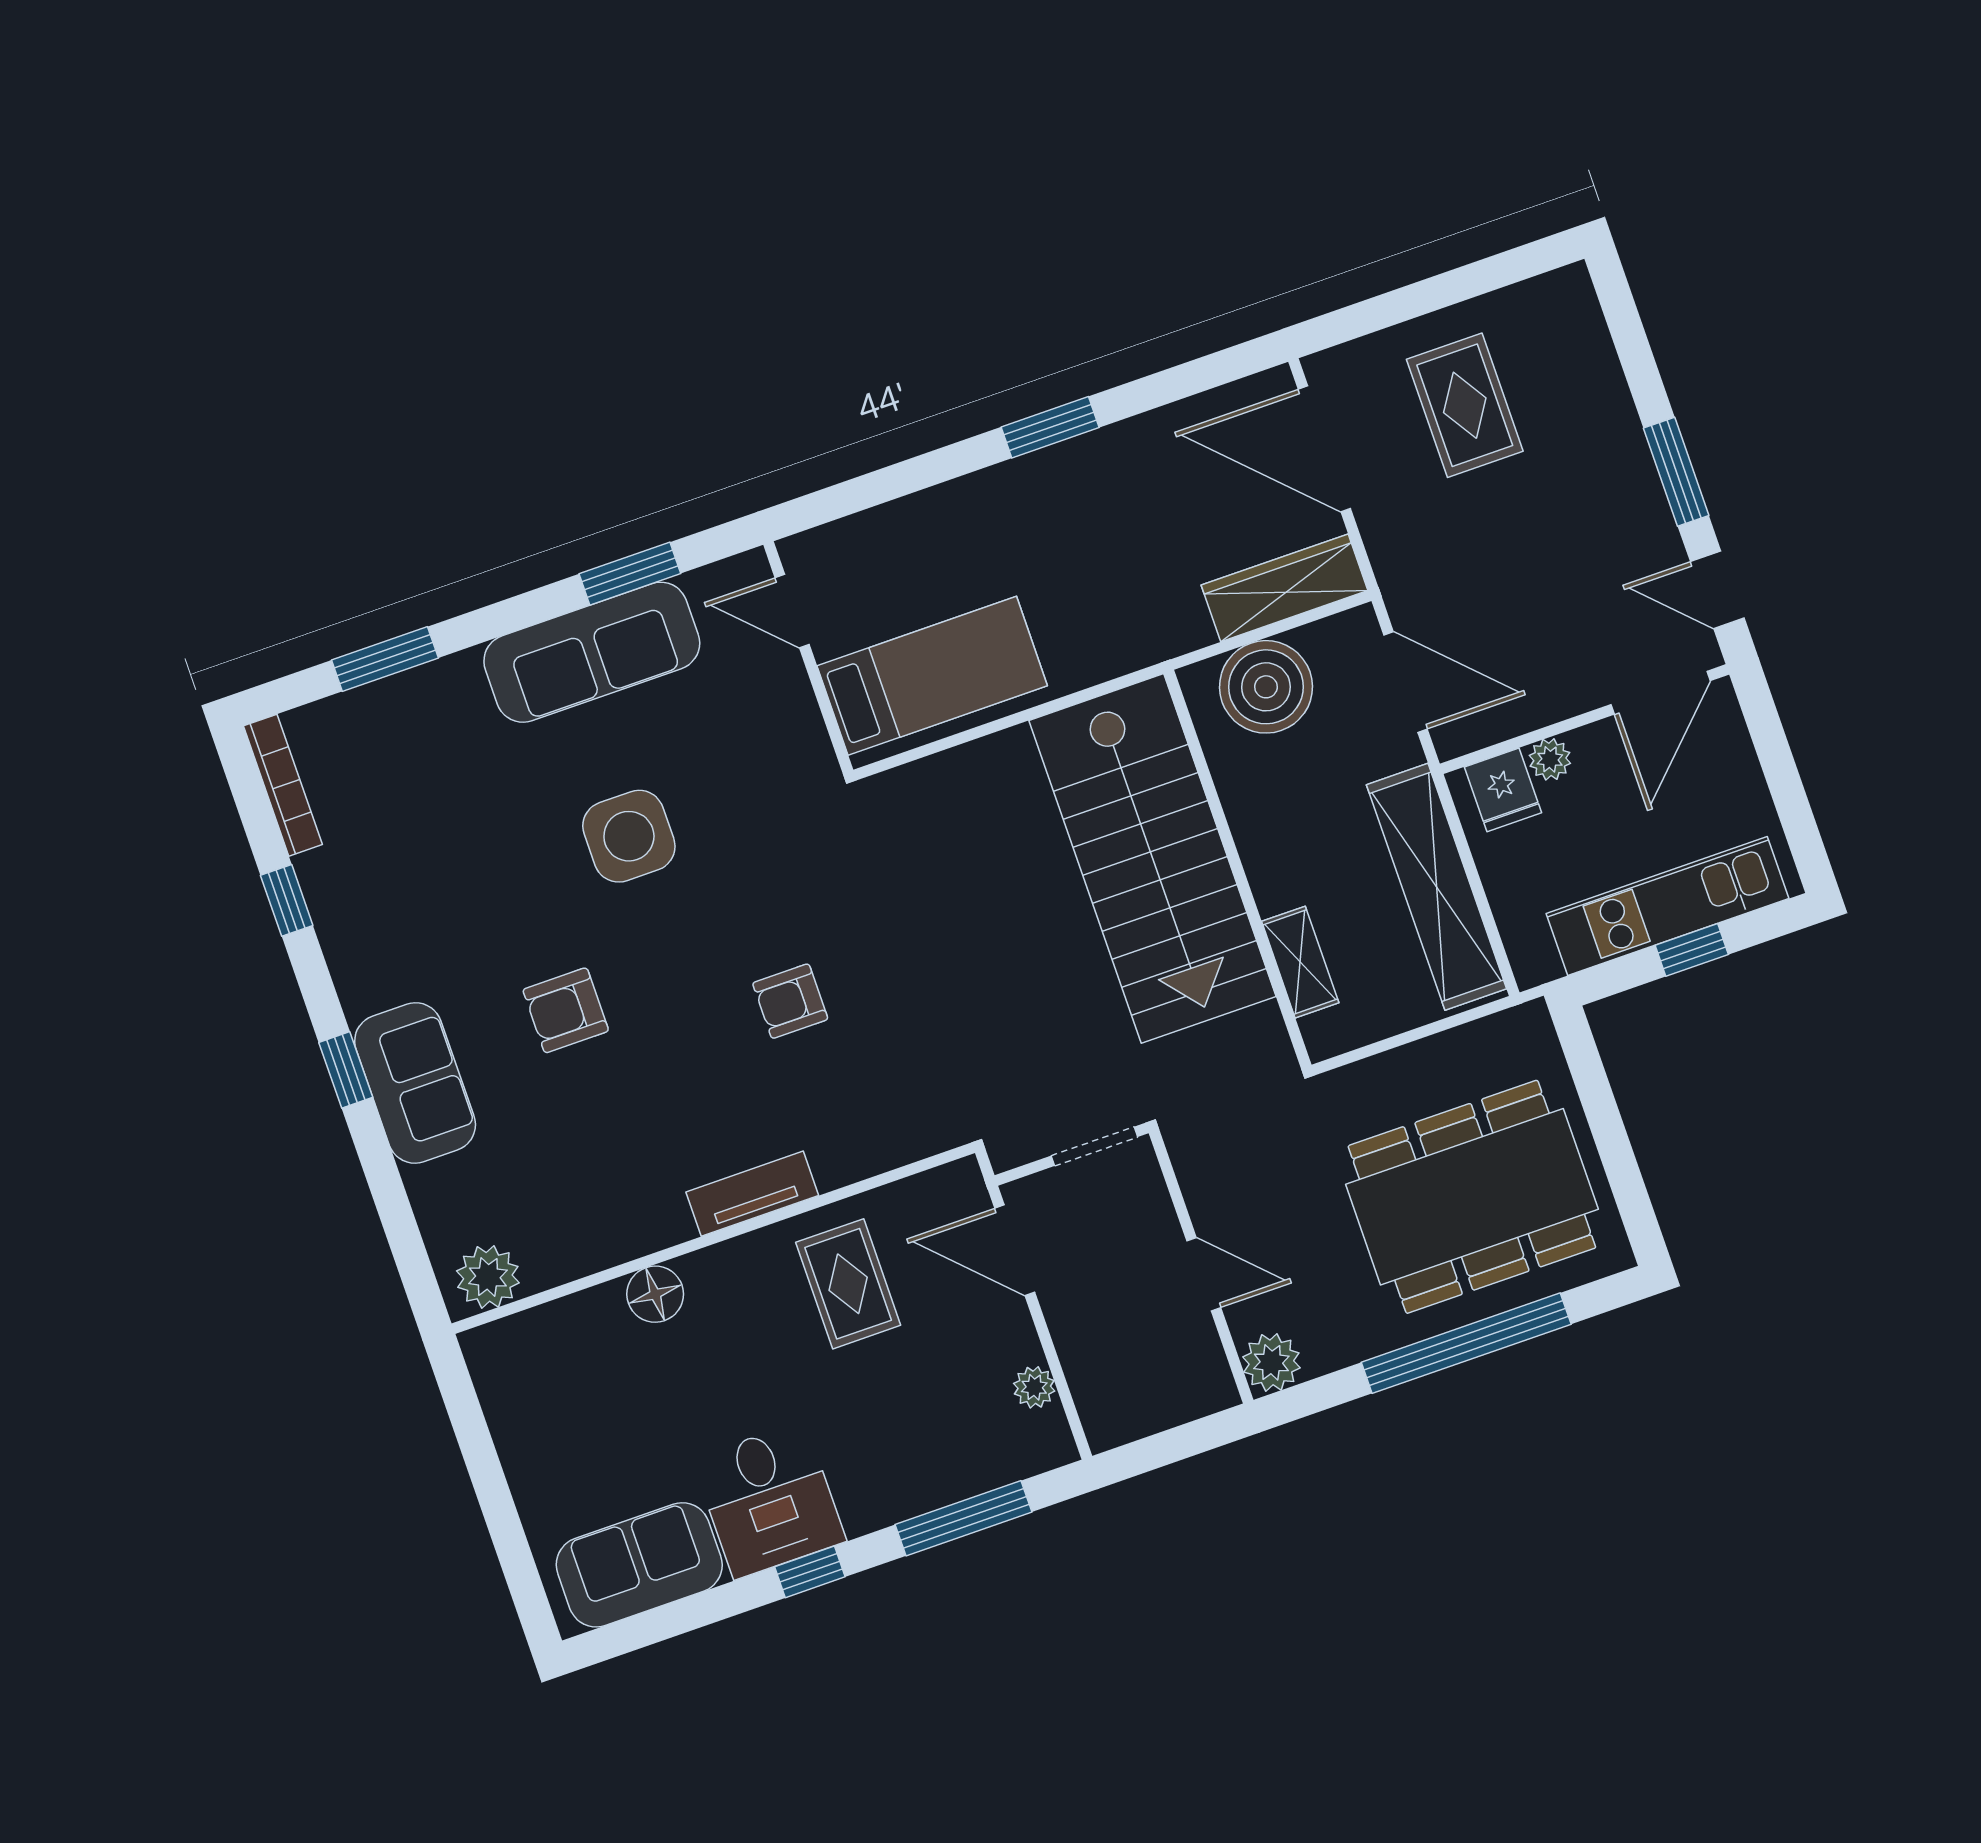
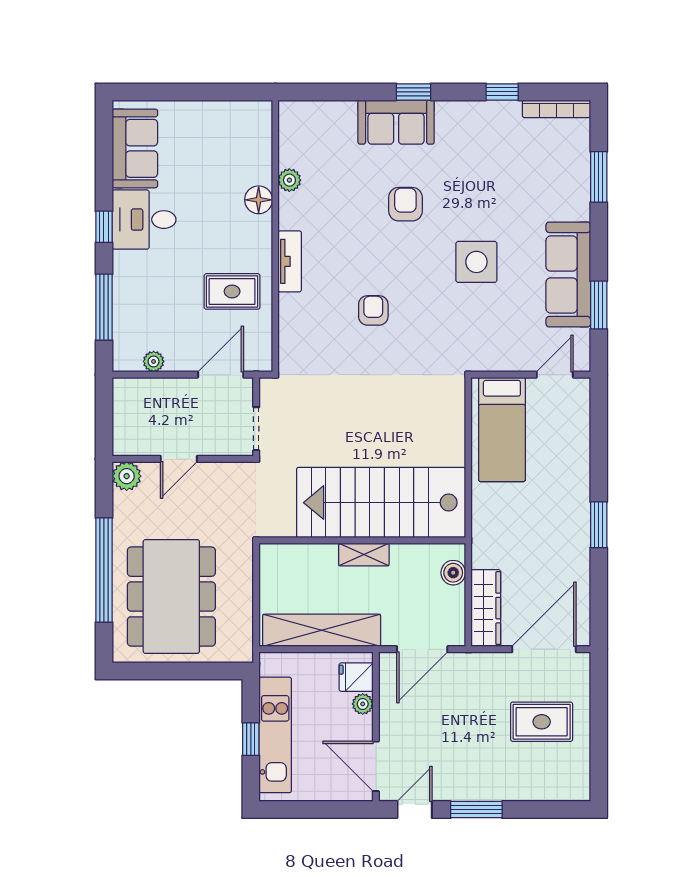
boiler: (1266, 687) -> (453, 573), width x0.54, depth x0.54
shelving: (1300, 962) -> (364, 555), moved
plant: (488, 1277) -> (289, 180), moved, width x0.73, depth x0.73

